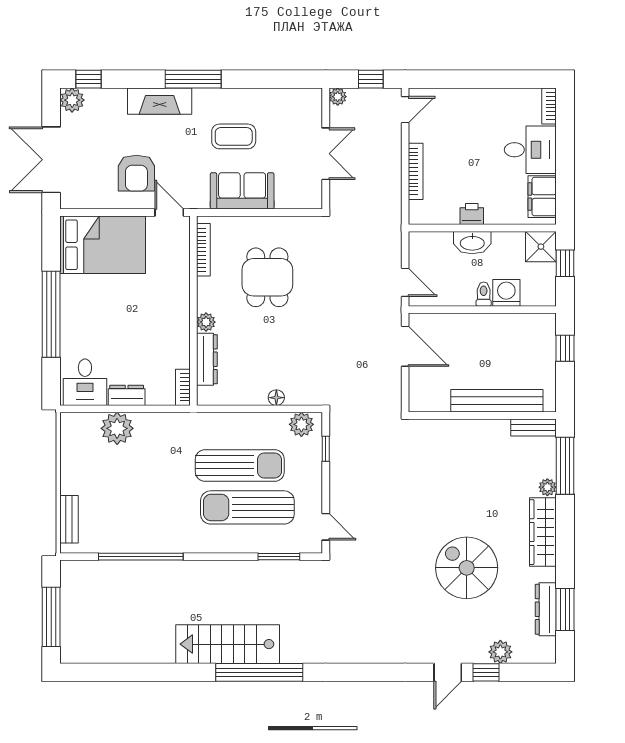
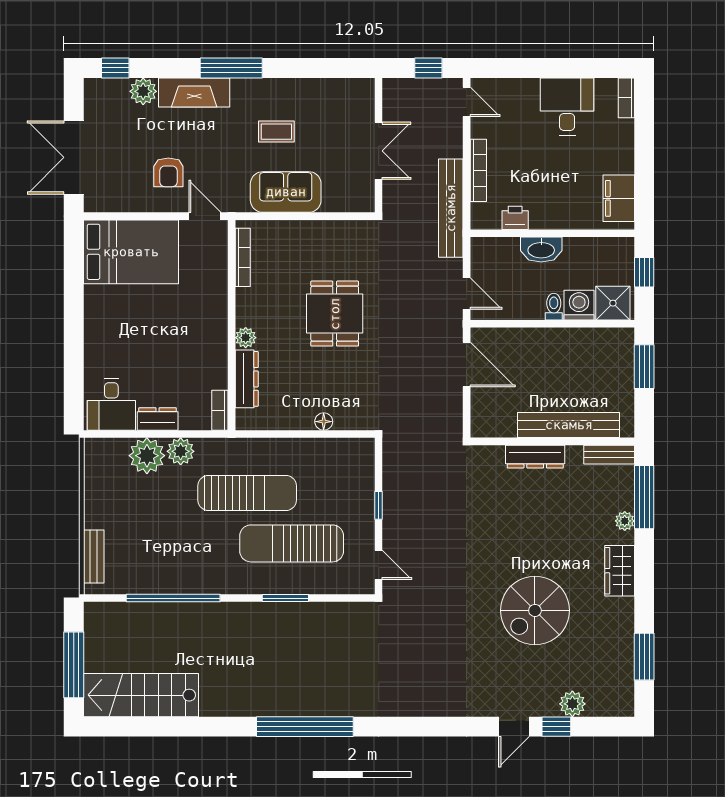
plant: (338, 97) -> (392, 87), removed
plant: (72, 100) -> (143, 91), moved
door: (405, 110) -> (467, 102), hinge flipped
coffee table: (234, 136) -> (276, 132), width x0.73, depth x0.77
desk: (530, 150) -> (567, 106), moved, turned -90
armchair: (136, 173) -> (168, 172), width x0.72, depth x0.72
bench: (391, 205) -> (451, 208), added
printer: (472, 214) -> (515, 218), moved
shower: (541, 247) -> (613, 303), moved
dining table: (267, 277) -> (335, 314), moved
window: (51, 314) -> (74, 329), removed
window: (565, 348) -> (644, 367), width x1.50
plant: (301, 424) -> (181, 451), moved
window: (326, 449) -> (379, 505), moved
sun lounger: (240, 466) -> (247, 493), moved
wardrobe: (543, 532) -> (620, 571), width x0.67
window: (279, 557) -> (285, 598), moved
spiral stairs: (467, 568) -> (535, 610), turned -90
dresser: (546, 609) -> (535, 457), moved, turned -90
stairs: (228, 644) -> (141, 695), moved

